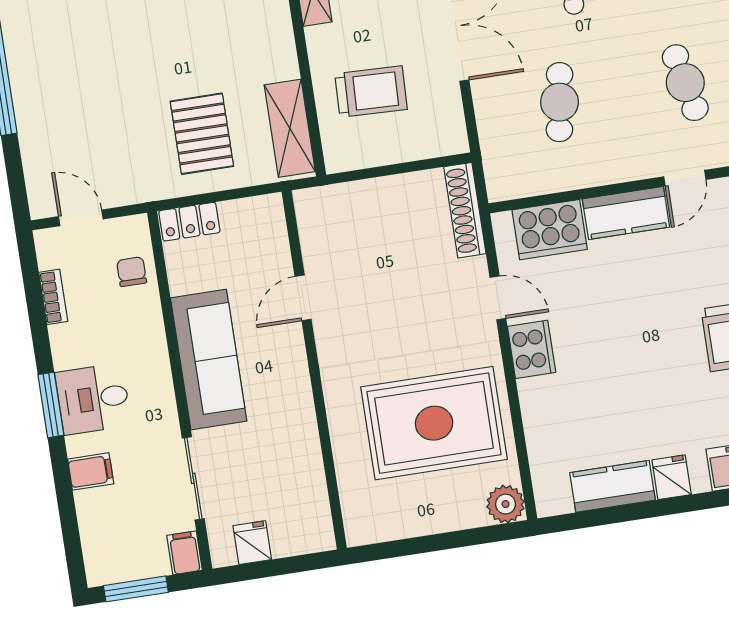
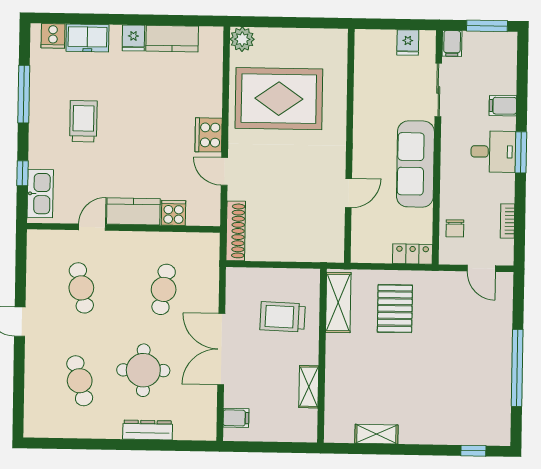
cooker: (550, 230) -> (173, 213), width x0.53, depth x0.76

